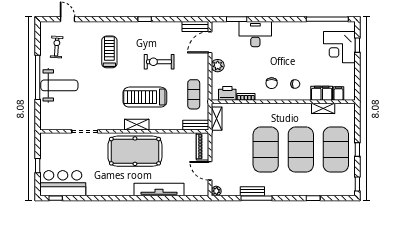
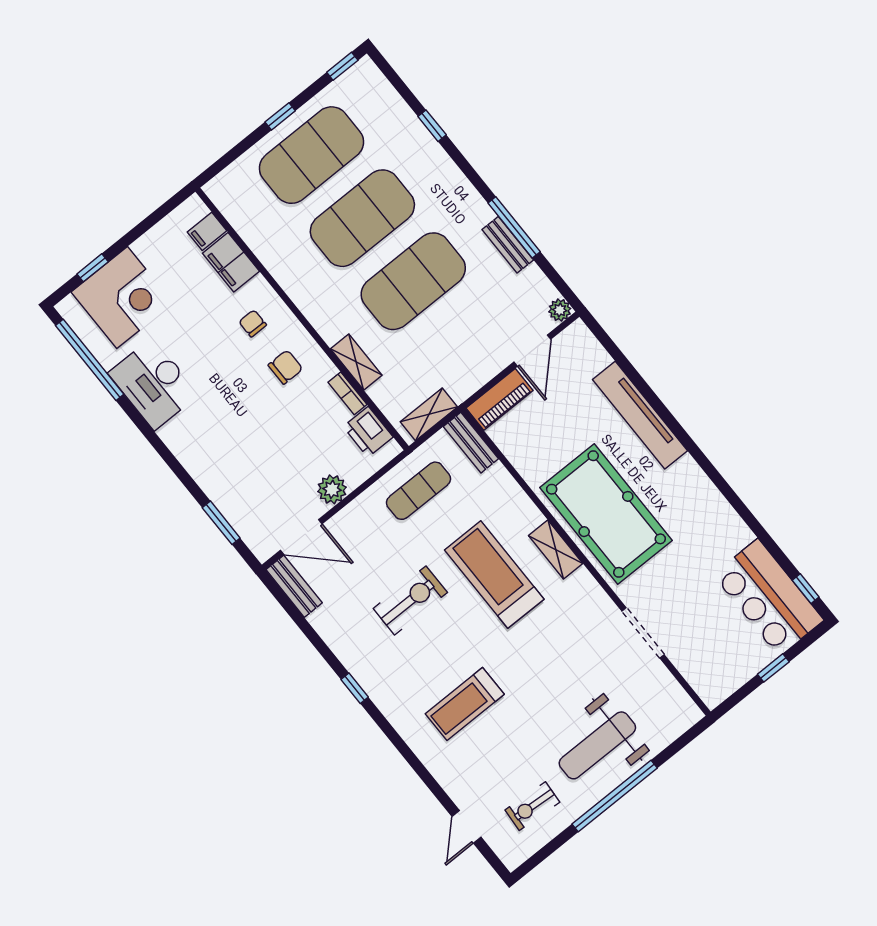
desk: (255, 34) -> (153, 384), moved
exercise bike: (159, 62) -> (410, 600), turned -90
weight bench: (59, 85) -> (597, 745), turned -90
treadmill: (145, 97) -> (494, 575), turned 180
shelving: (323, 108) -> (356, 362), moved

